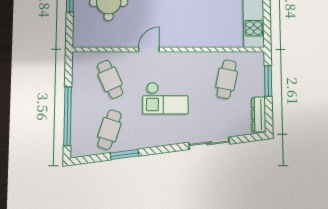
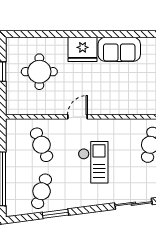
checkout: (165, 98) -> (93, 162), turned -90

